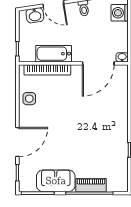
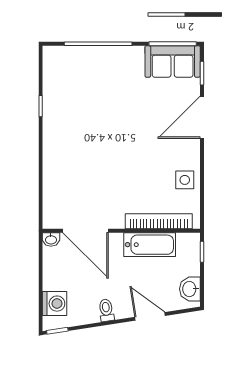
washbasin: (35, 15) -> (190, 289), moved, turned -81
door: (98, 63) -> (85, 231), swing flipped
sofa: (56, 181) -> (173, 61), moved
piano: (91, 185) -> (96, 55), removed

